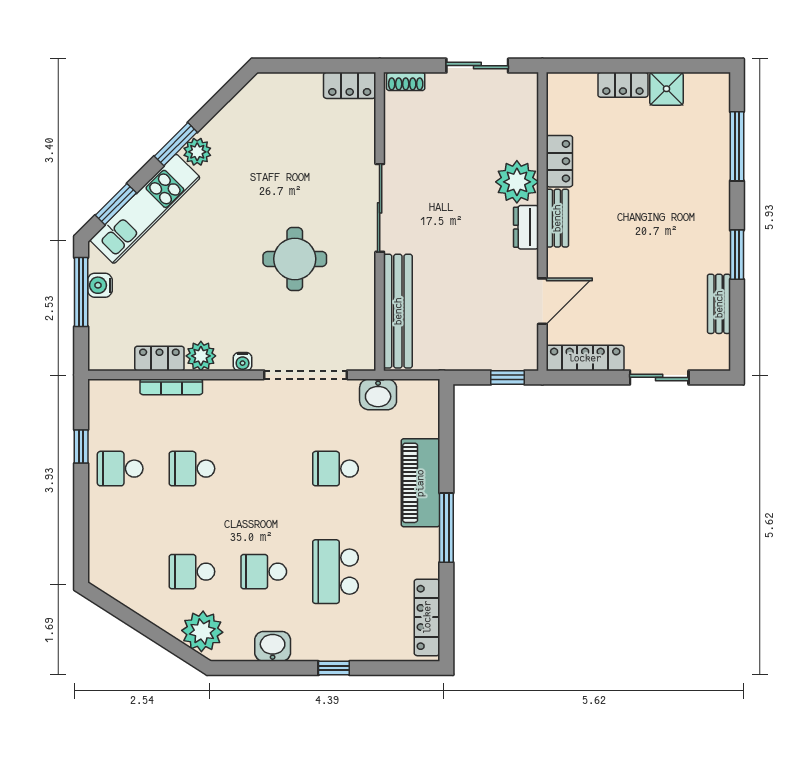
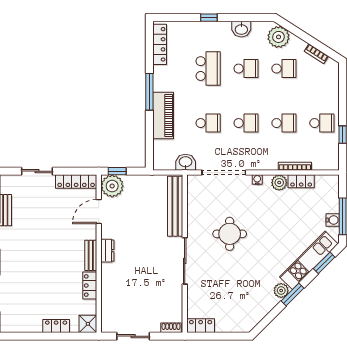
shower: (666, 89) -> (88, 324), moved
plant: (517, 182) -> (112, 186), moved
school desk: (264, 469) -> (246, 123), added
bookcase: (131, 600) -> (316, 54), added

